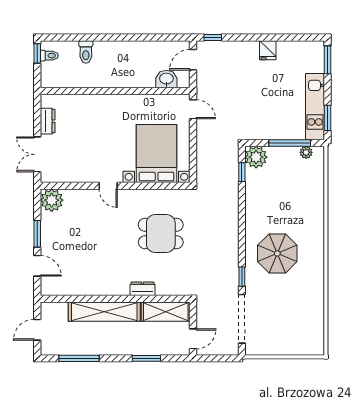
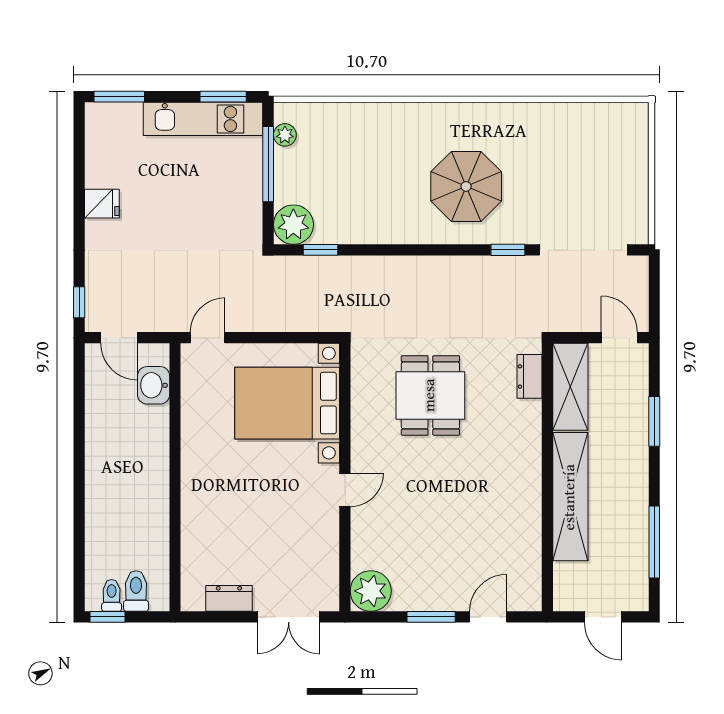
toilet: (86, 52) -> (136, 591), moved, turned -90
dresser: (143, 289) -> (530, 376), moved

